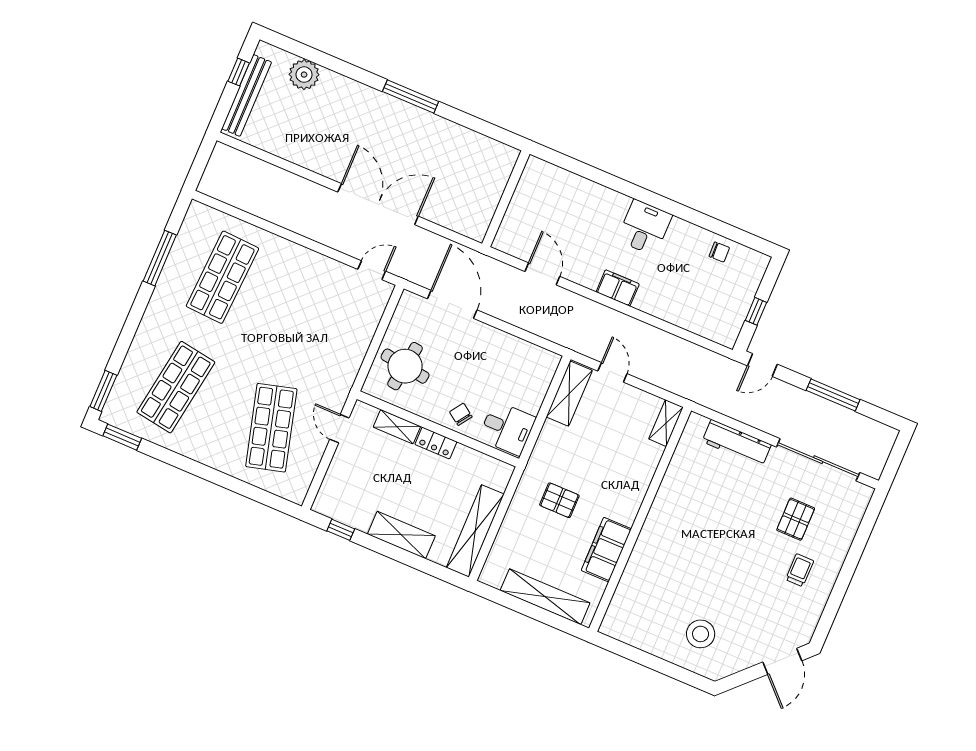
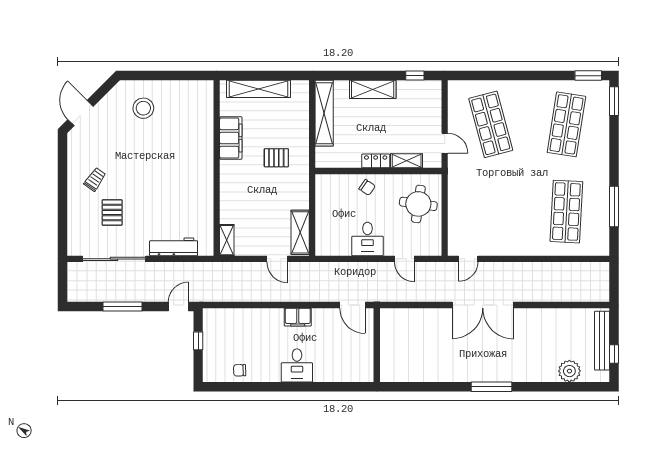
wall: (506, 199) -> (377, 345), moved
door: (452, 304) -> (404, 259), width x0.53
desk: (507, 428) -> (368, 239), moved, turned -90
trolley: (800, 570) -> (95, 179), turned -145

